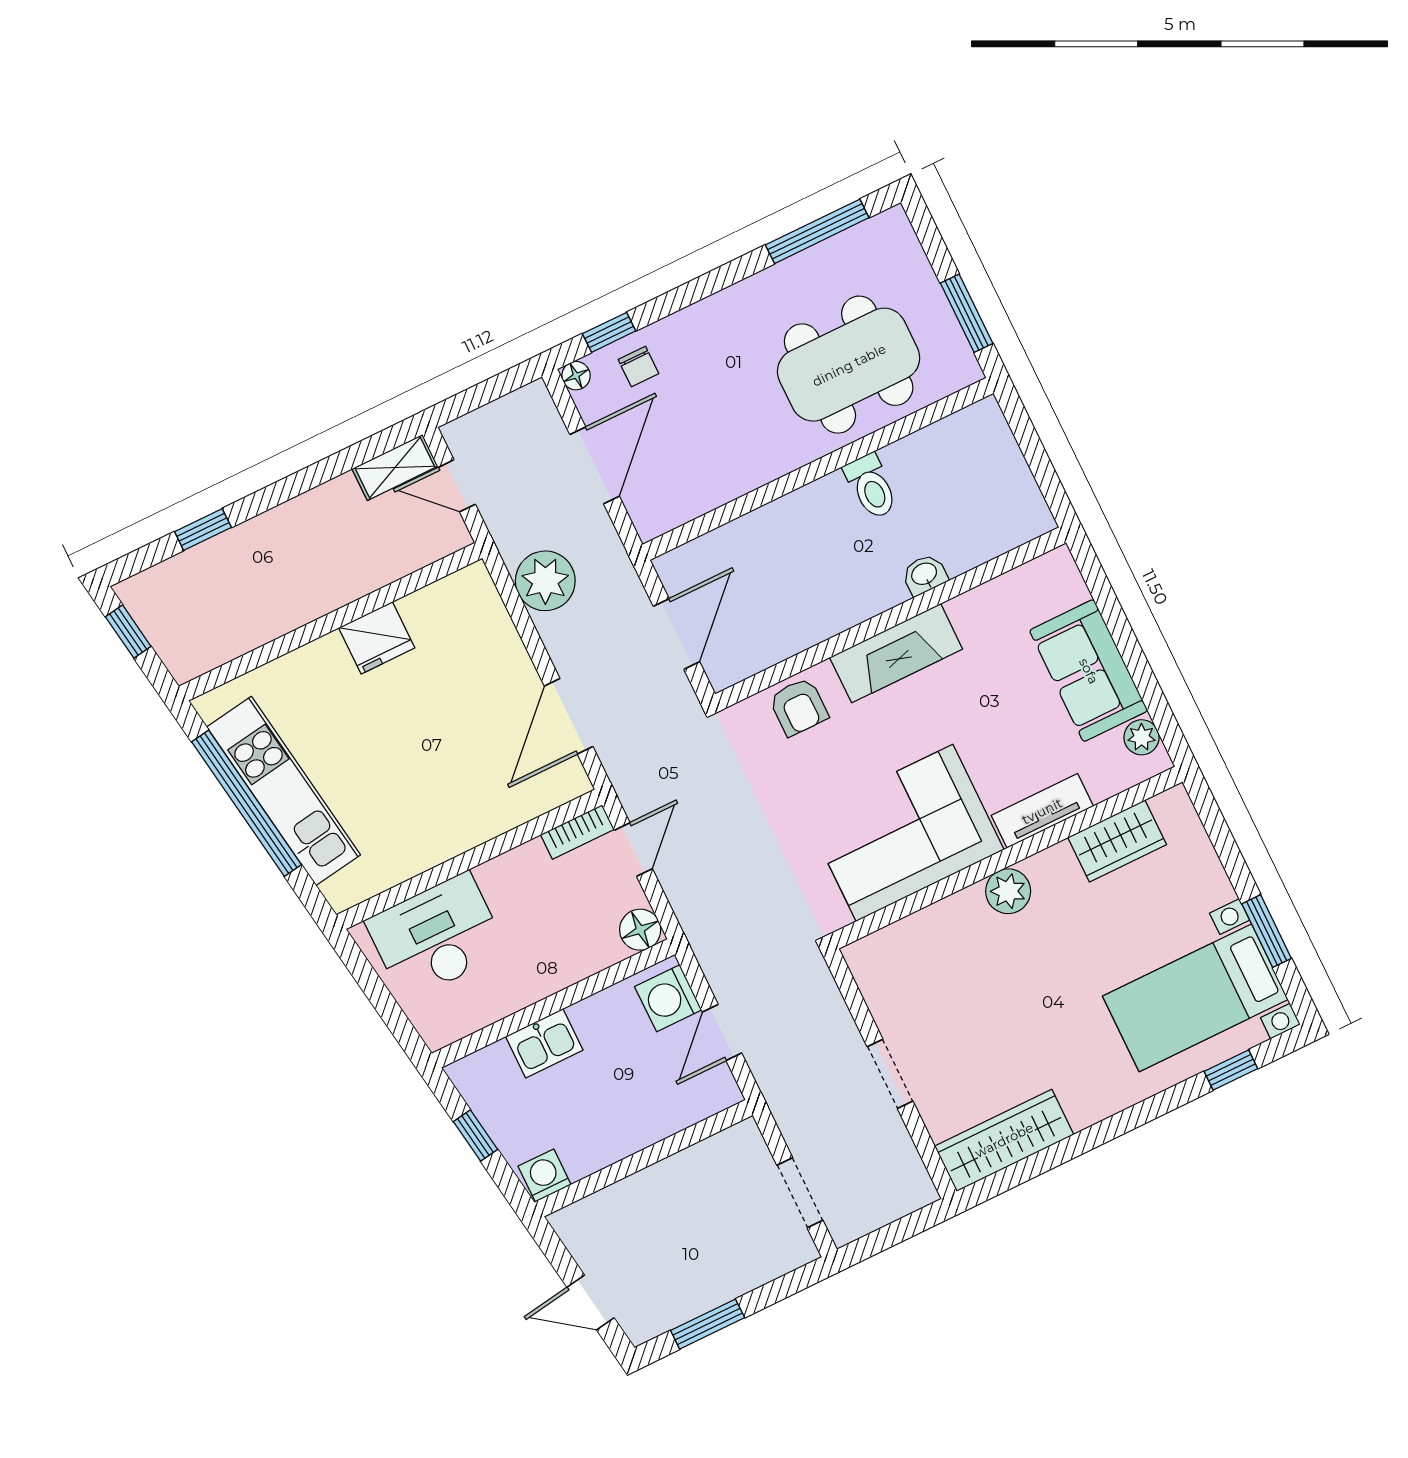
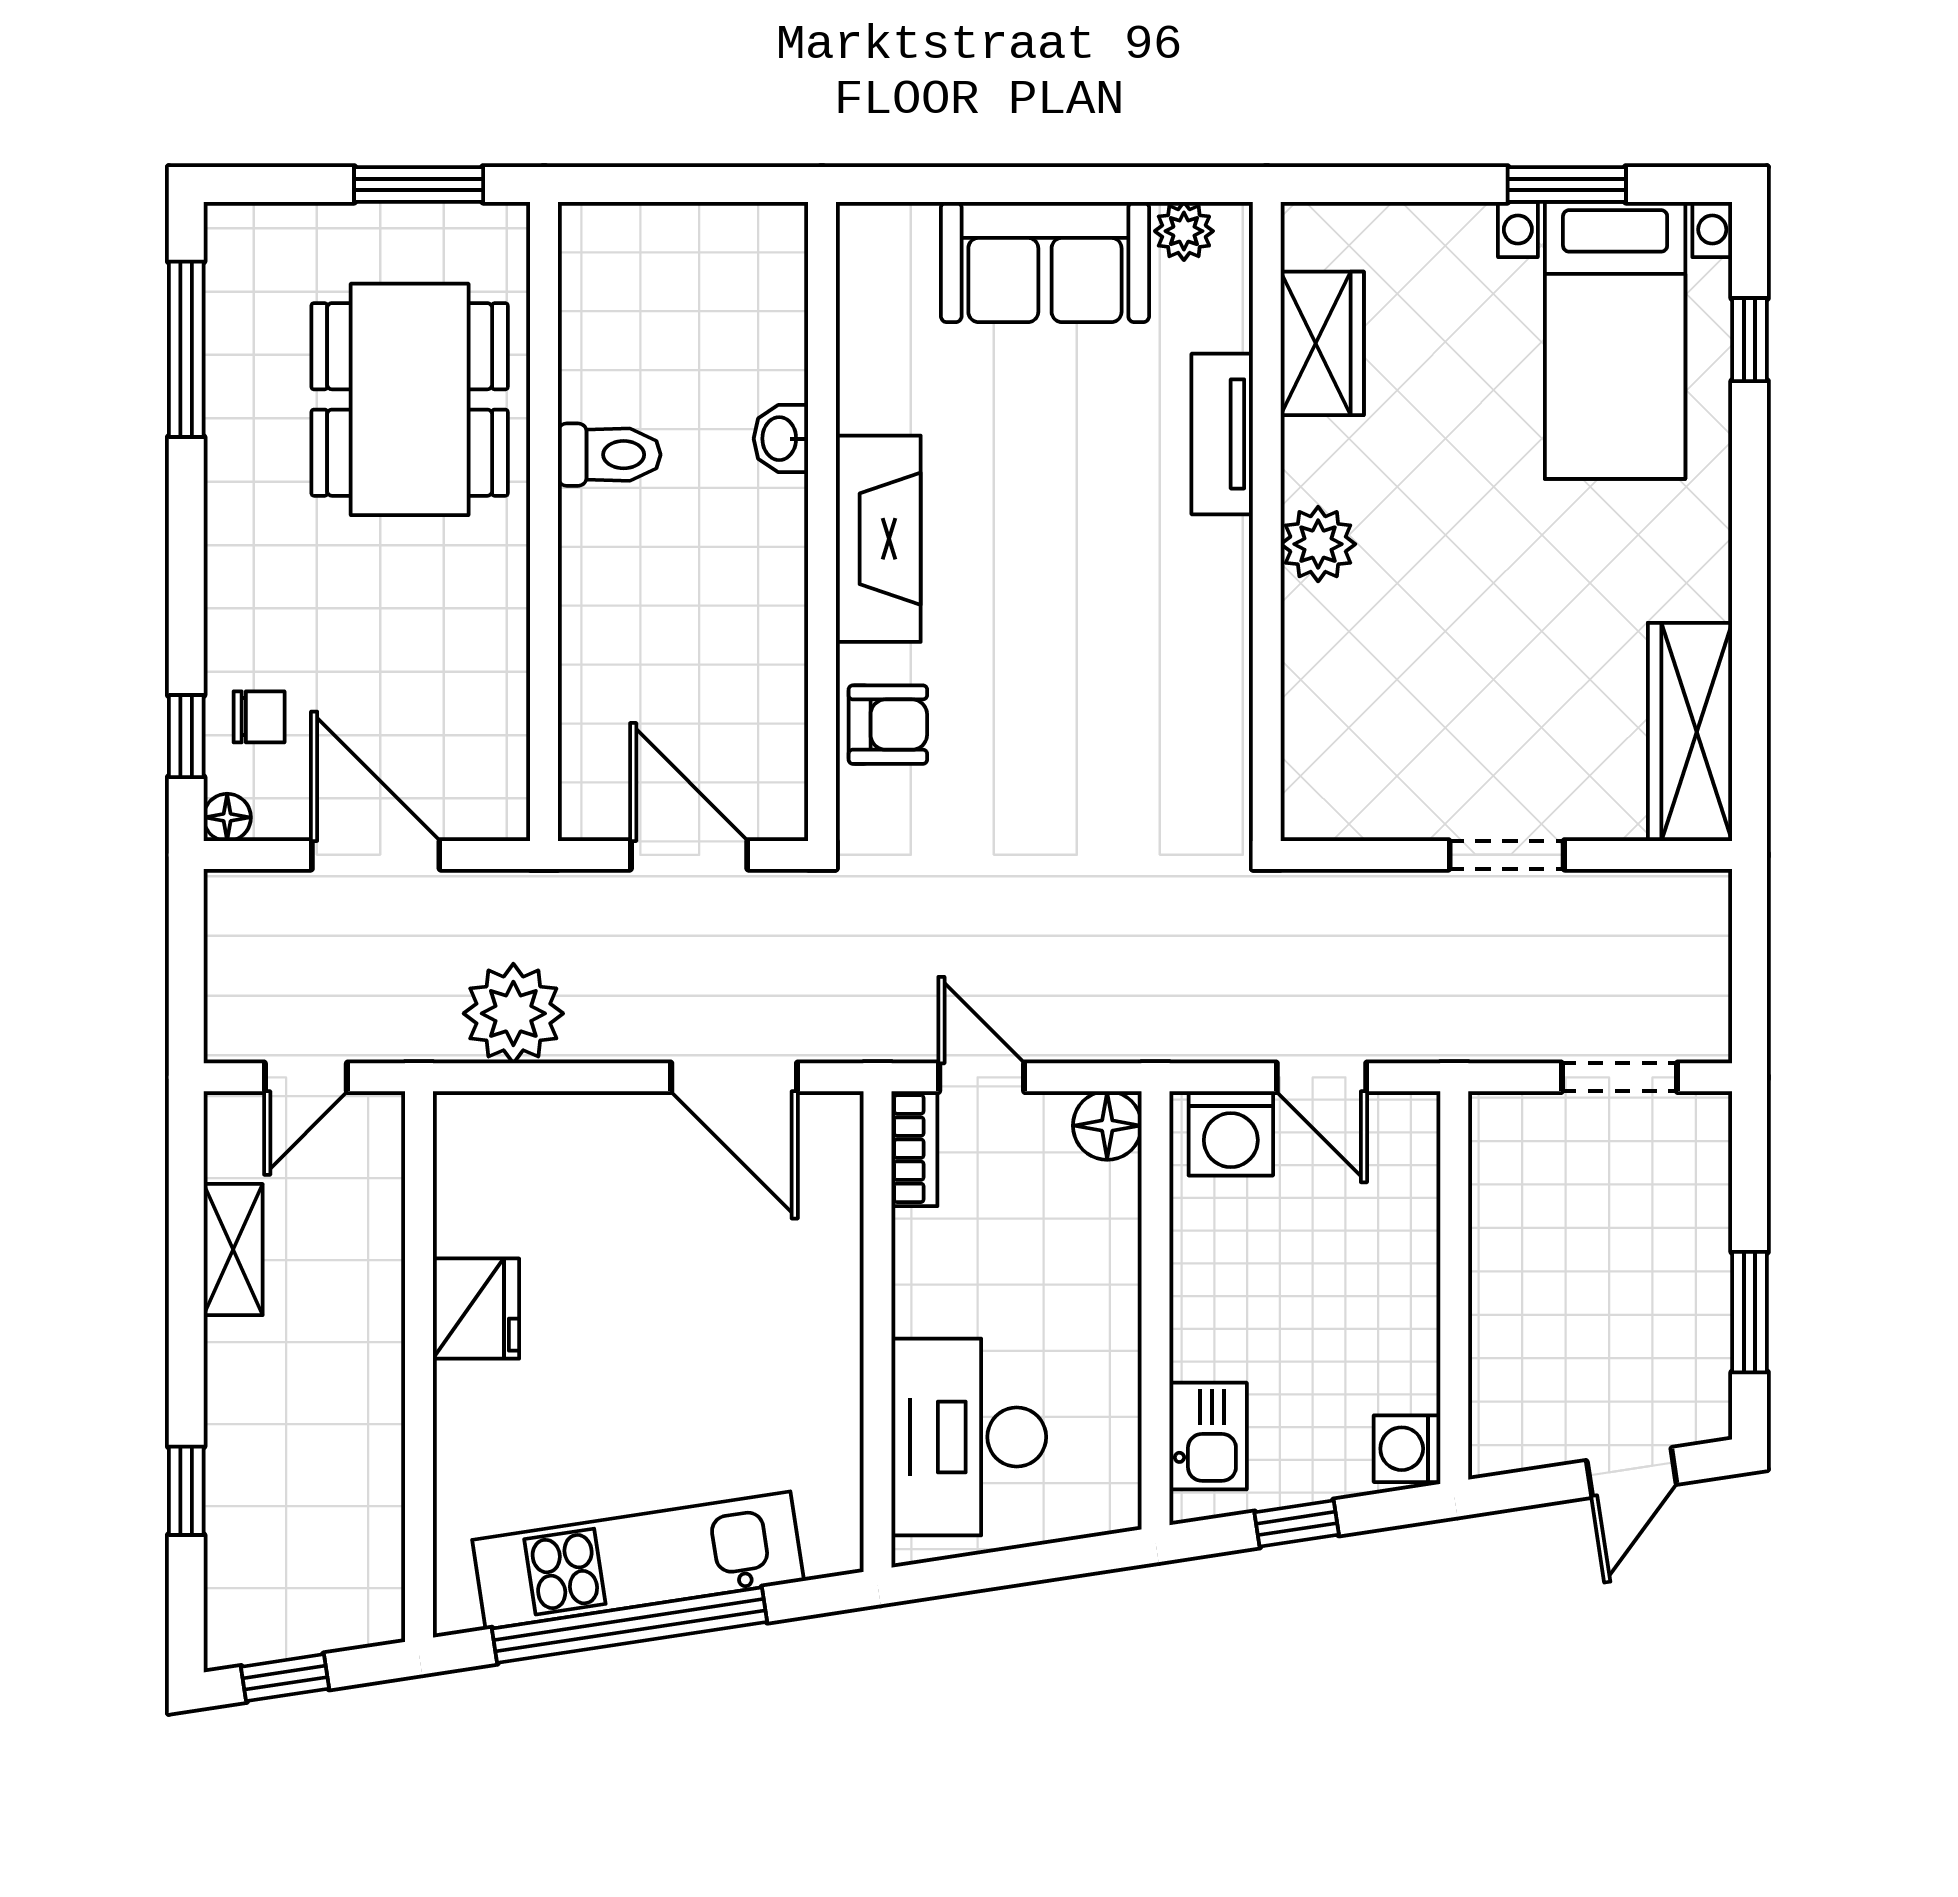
shelving: (395, 468) -> (233, 1250), moved
corner sofa: (905, 833) -> (1155, 657), removed
kitchen sink: (544, 1043) -> (1208, 1436), moved

